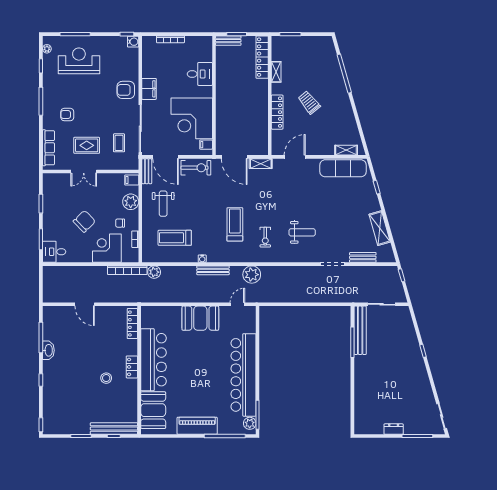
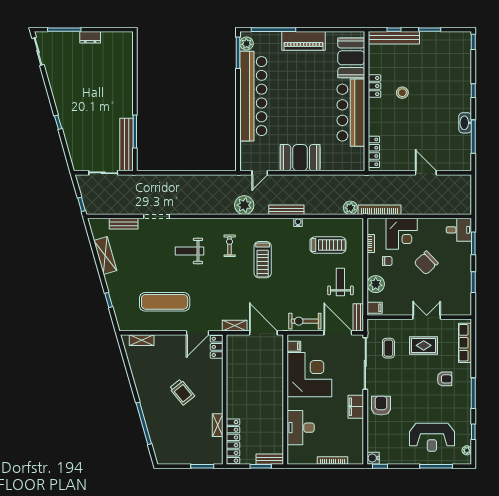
desk: (200, 74) -> (301, 428), width x1.37
armchair: (126, 90) -> (381, 406), turned -90
locker: (277, 112) -> (217, 347), moved, width x0.66
exercise mat: (343, 168) -> (165, 302), moved
locker: (132, 367) -> (374, 86), moved

